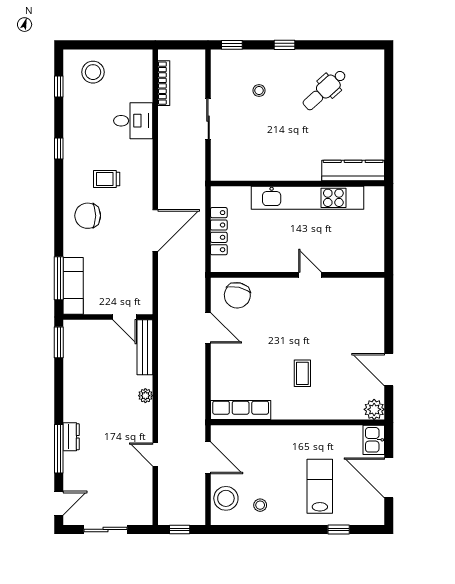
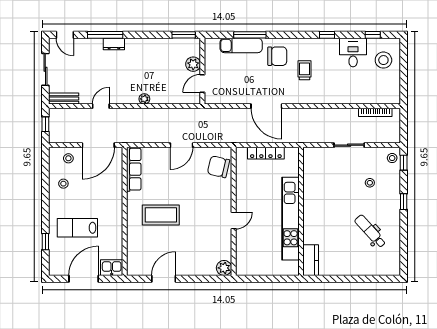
stool: (226, 60) -> (392, 158), added
desk: (133, 121) -> (353, 52), moved, turned 180
kitchen counter: (353, 171) -> (311, 260), width x0.67
chair: (88, 216) -> (277, 56), turned 90
window: (59, 278) -> (250, 35), moved
exam couch: (73, 286) -> (241, 45), moved
door: (208, 328) -> (182, 145), moved
plant: (98, 330) -> (193, 64), added
bench: (145, 347) -> (64, 98), moved, width x0.73
coffee table: (302, 373) -> (161, 215), width x1.86, depth x1.72
plant: (374, 409) -> (224, 268), moved
door: (208, 458) -> (98, 145), width x1.36
lab bench: (320, 486) -> (77, 228), turned 180
stool: (226, 498) -> (68, 158), width x0.53, depth x0.53

